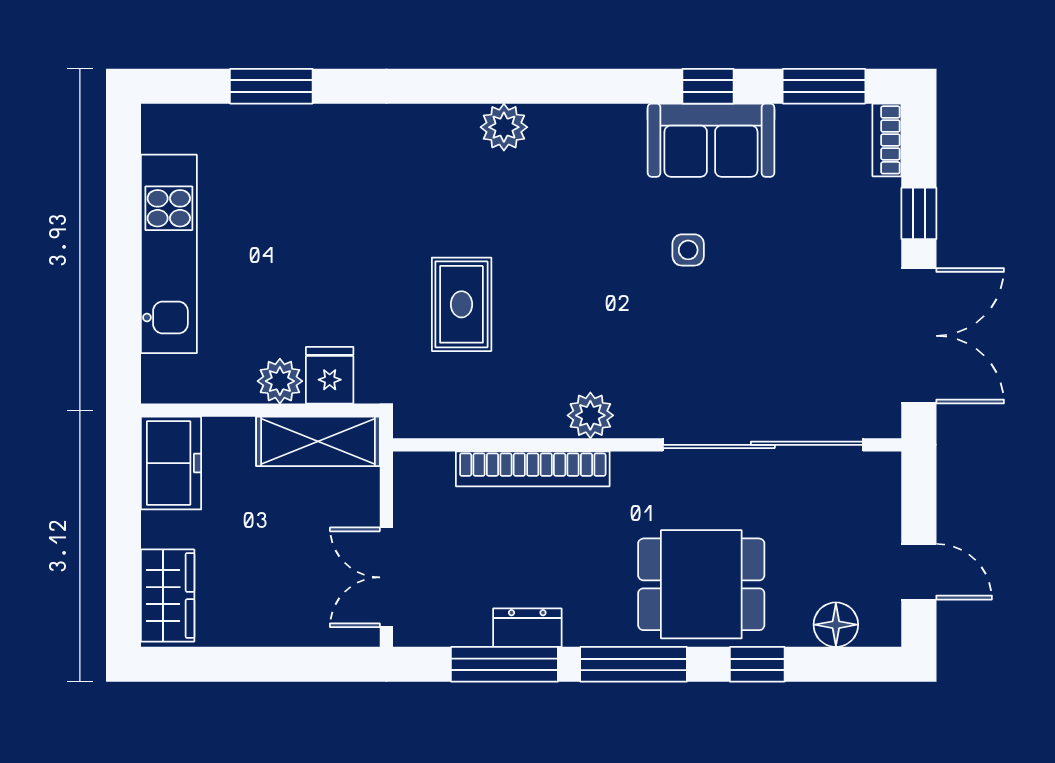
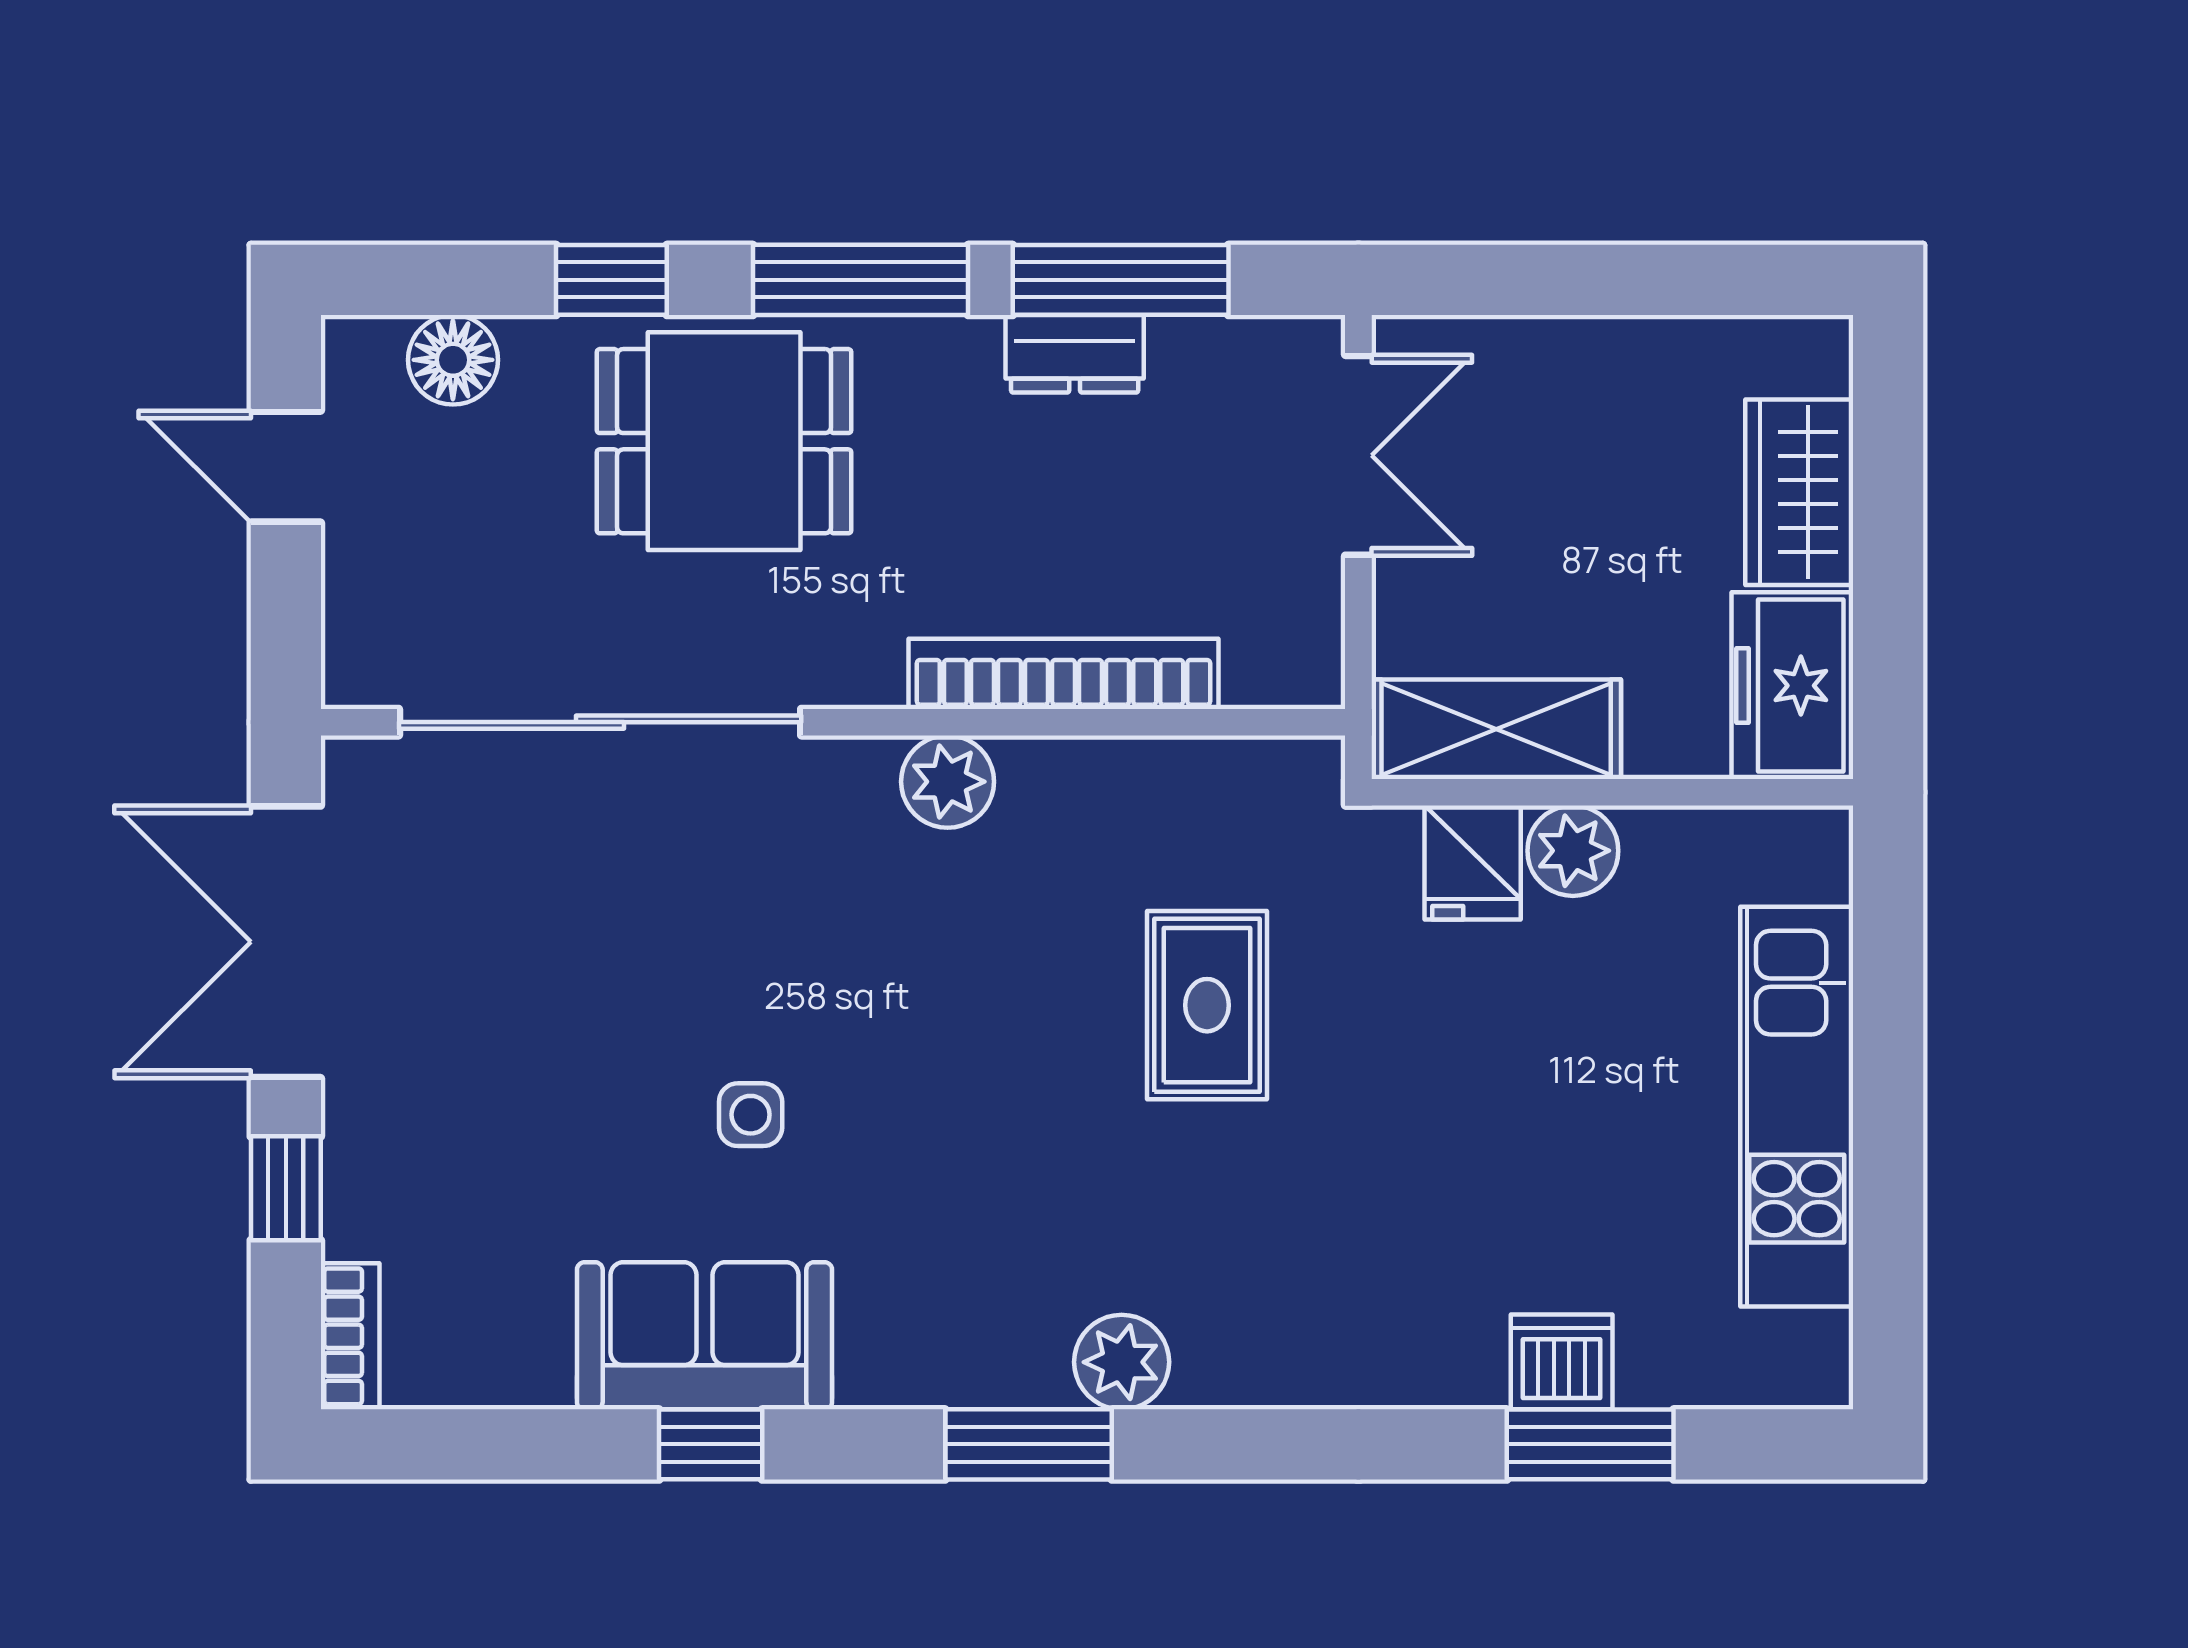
window: (824, 86) -> (1029, 1444), moved
dishwasher: (286, 127) -> (1562, 1362), added
wardrobe: (168, 596) -> (1799, 492), moved

